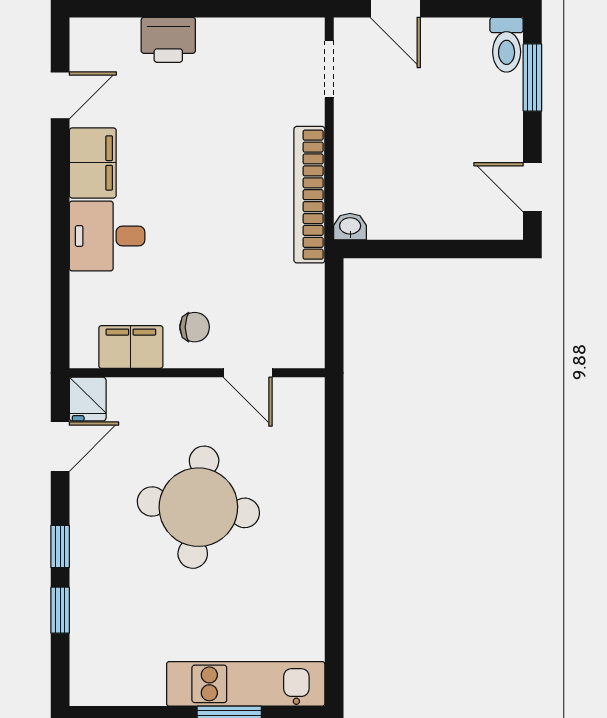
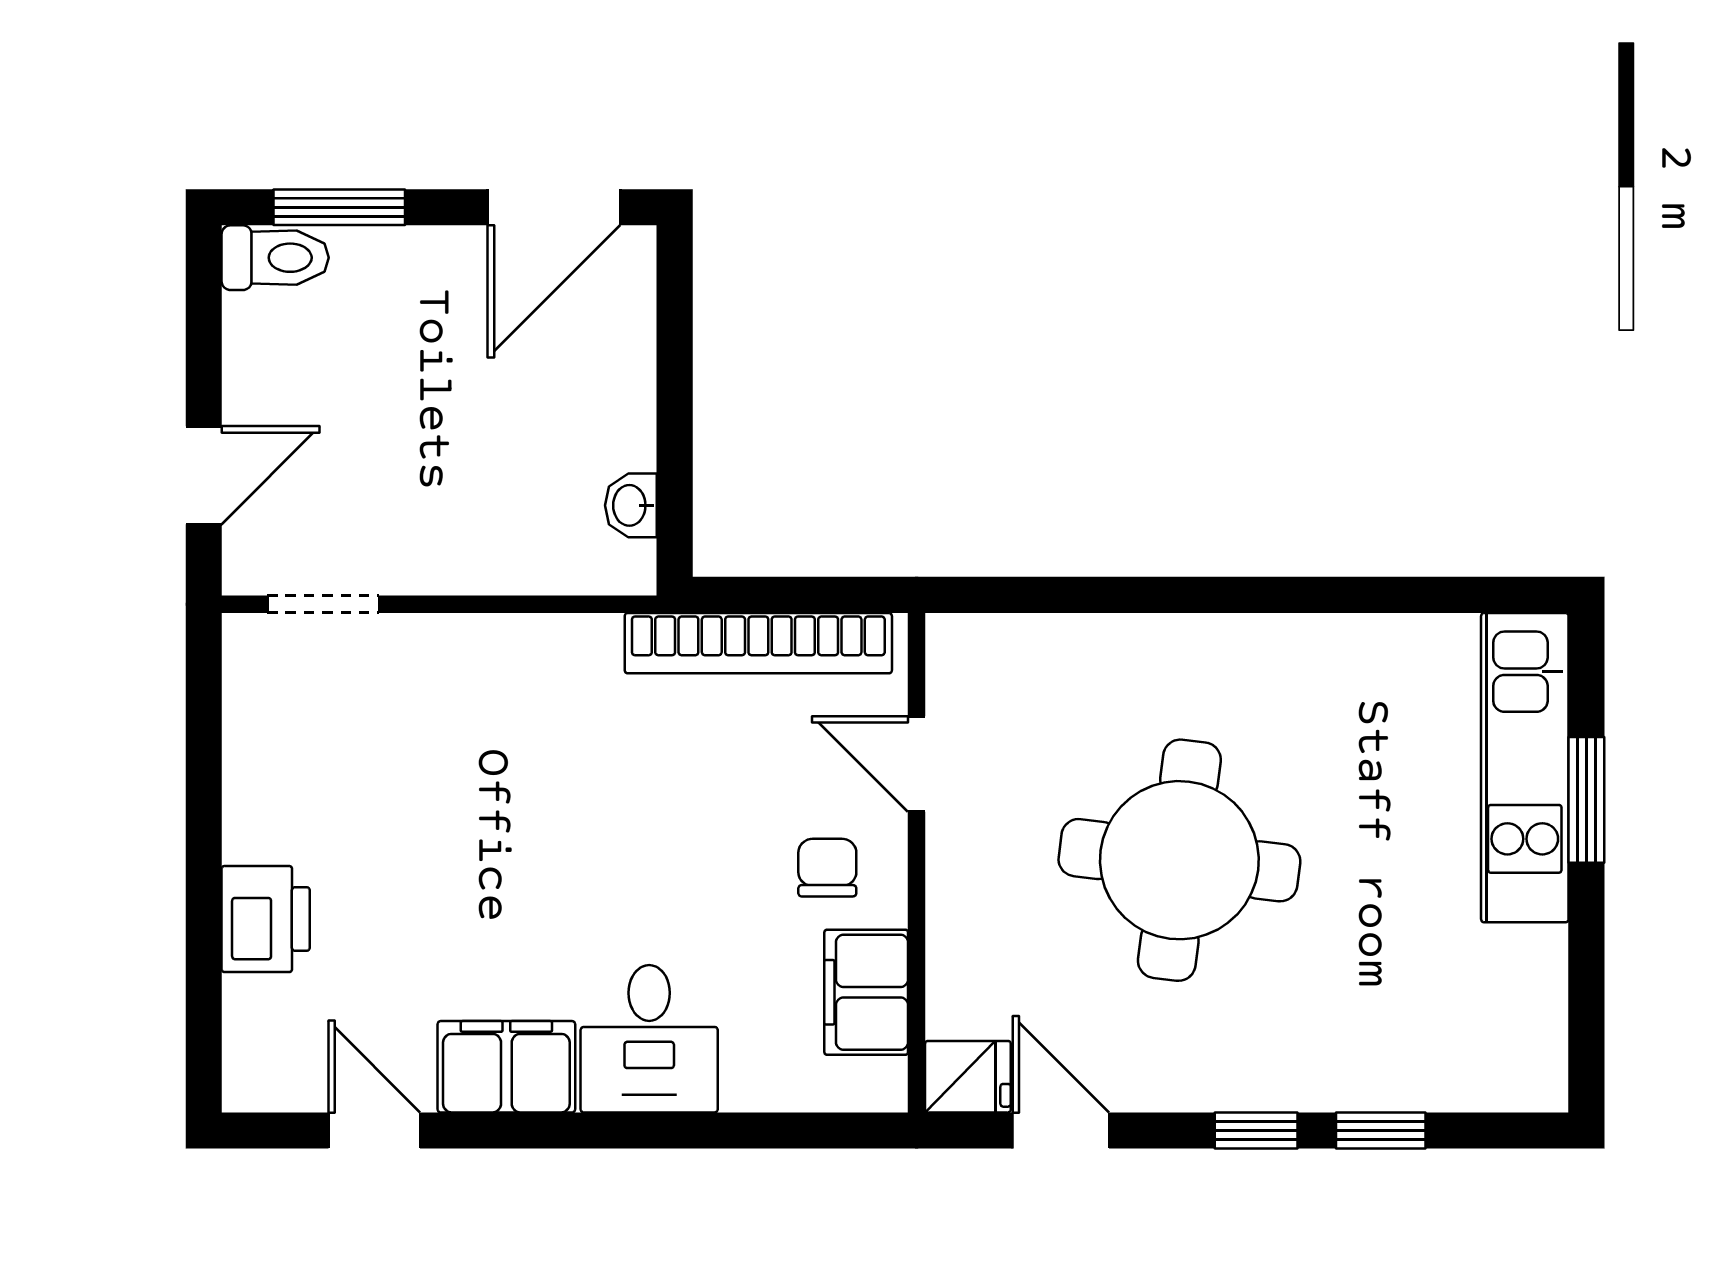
door: (532, 187) -> (554, 207), width x1.38
bookcase: (309, 195) -> (758, 643), moved
washbasin: (350, 227) -> (631, 505), moved
door: (248, 373) -> (917, 764), swing flipped

